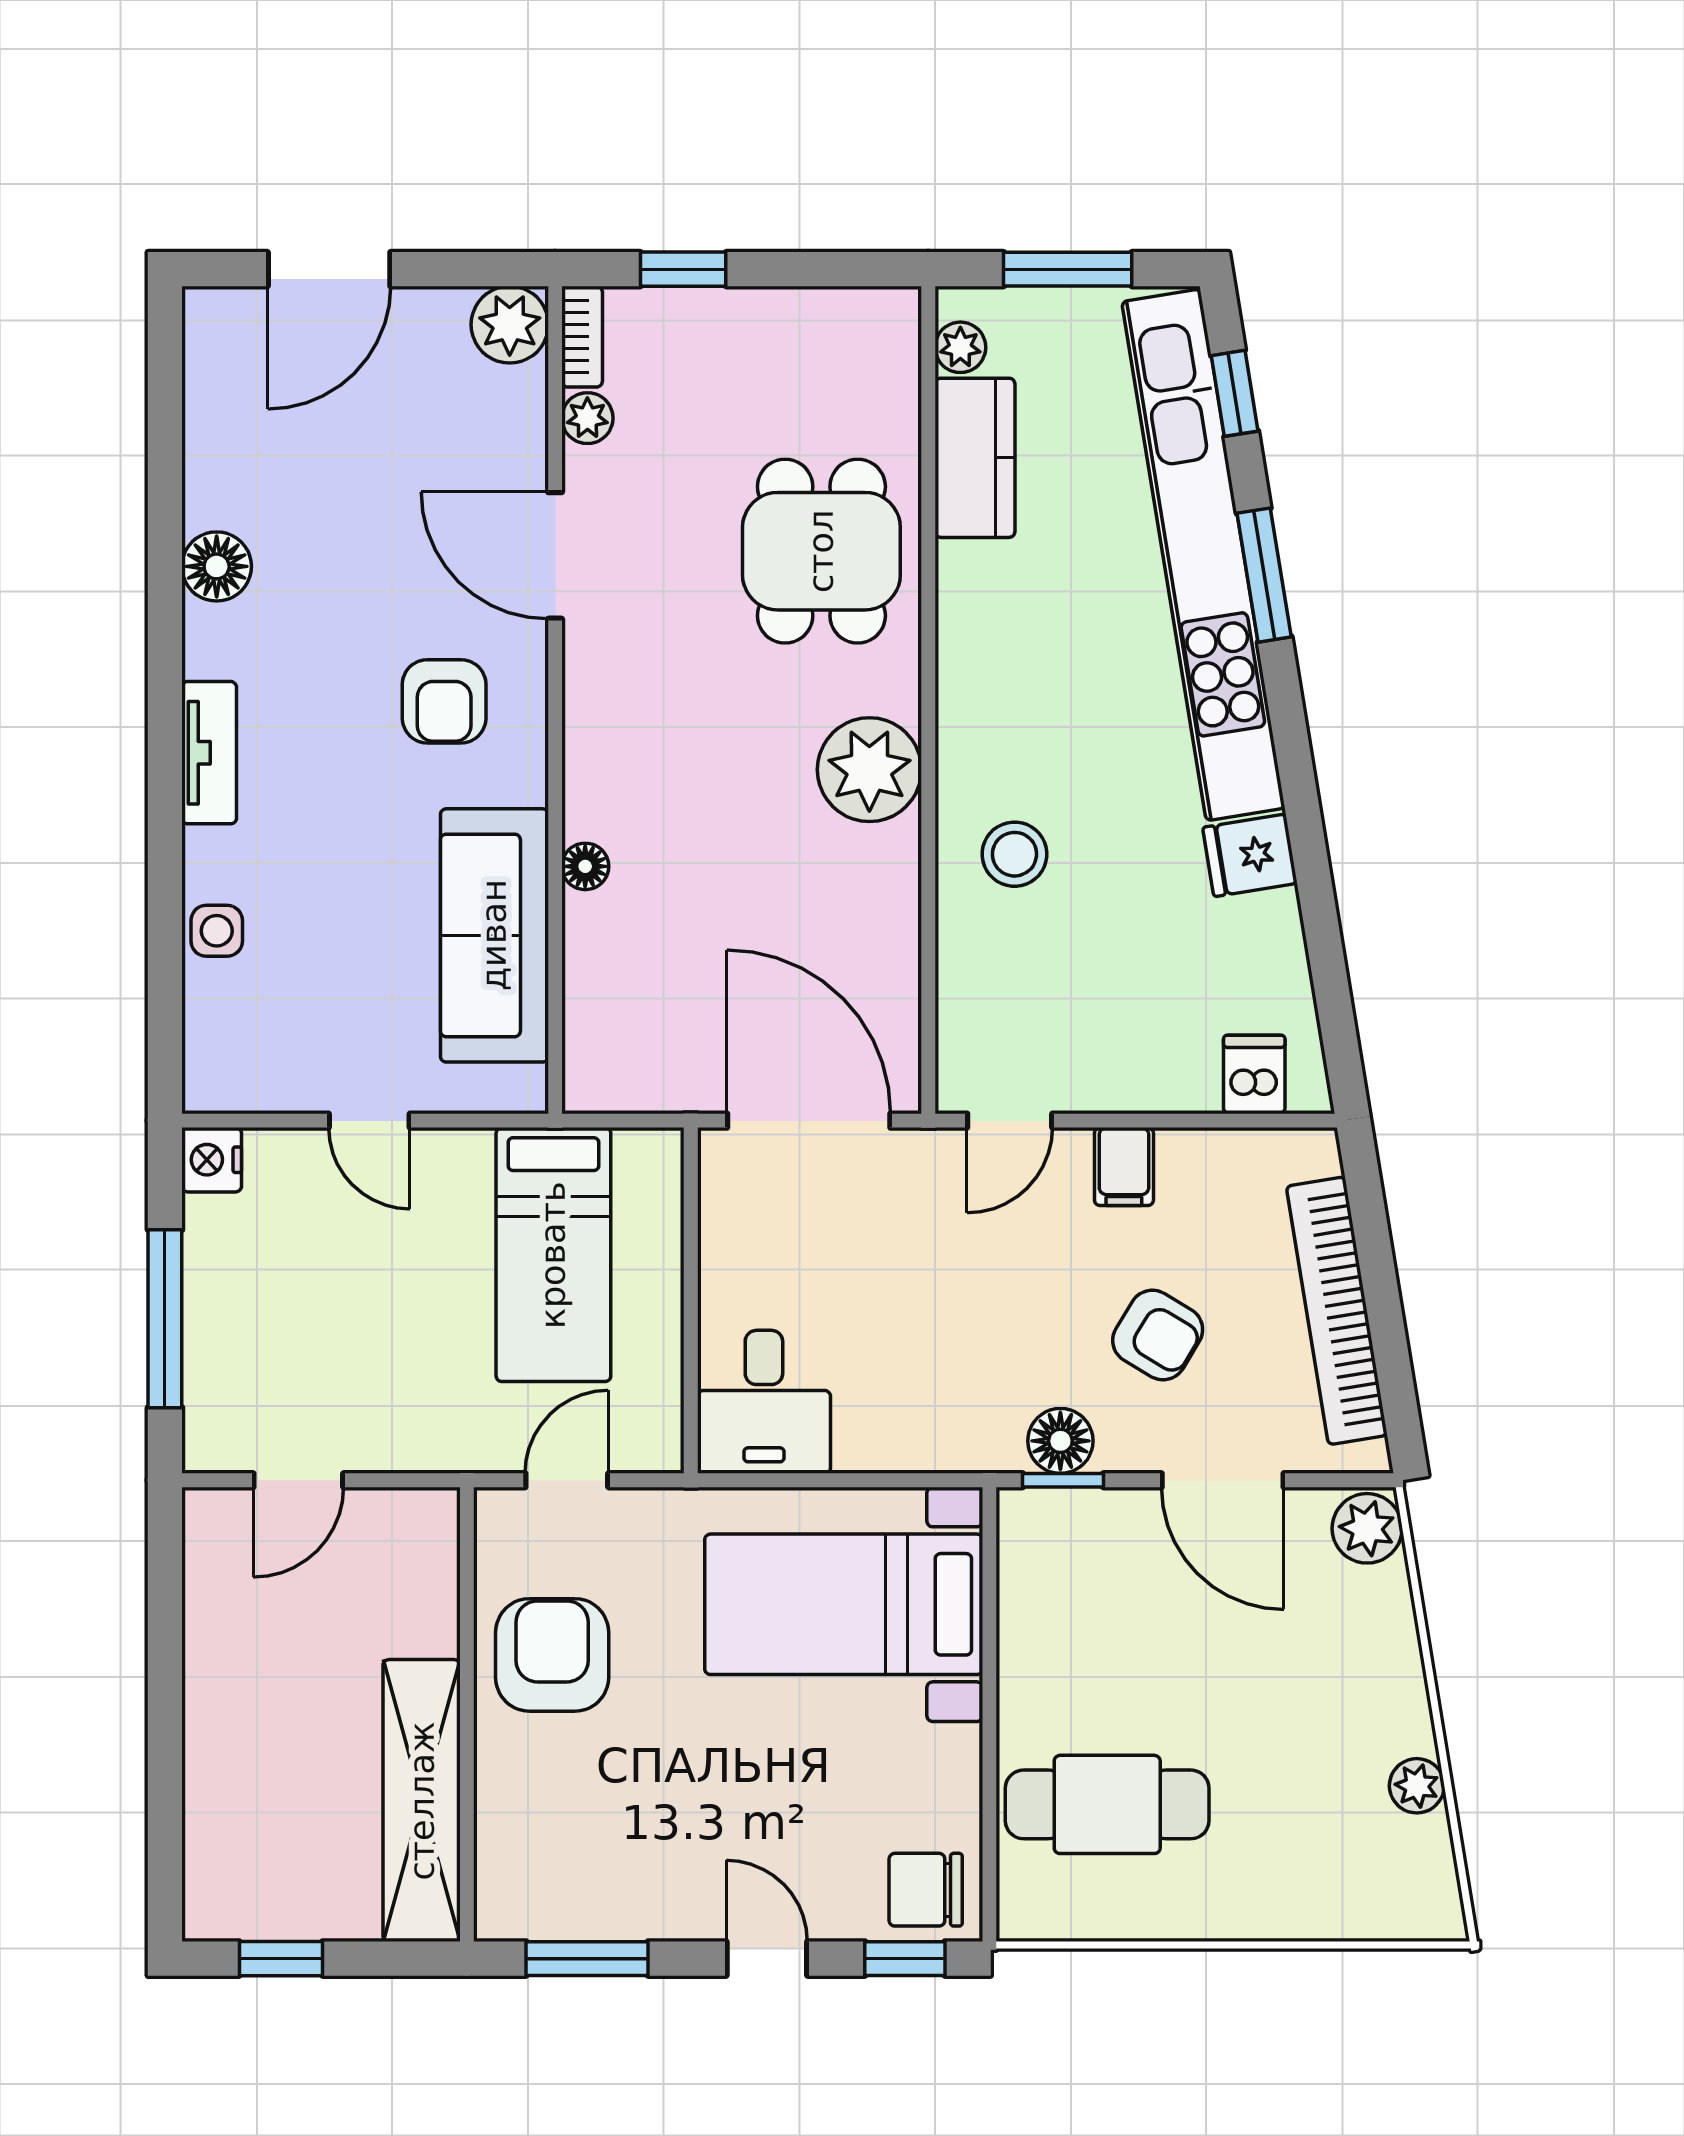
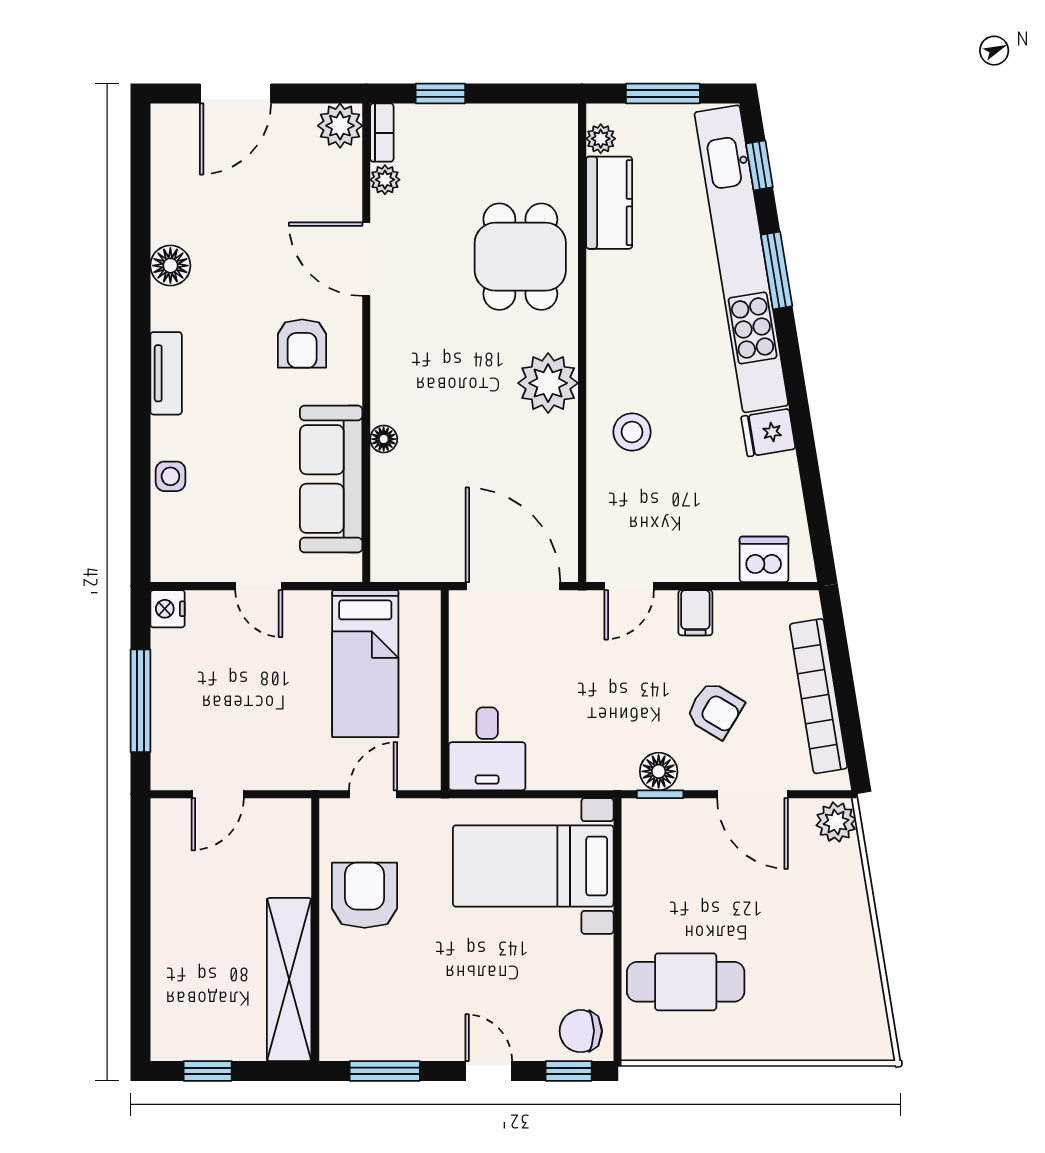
dishwasher: (1254, 1074) -> (764, 559), width x1.38
plant: (1417, 1786) -> (865, 971), removed

